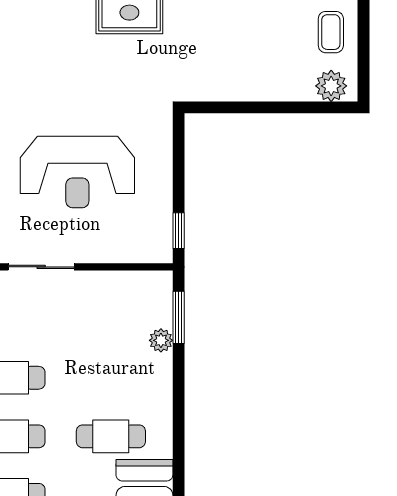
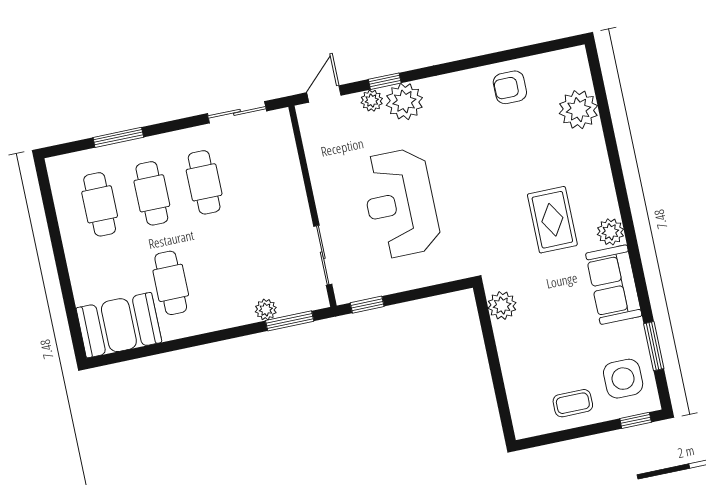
plant: (331, 86) -> (502, 306), moved
sliding door: (41, 267) -> (323, 255), moved

